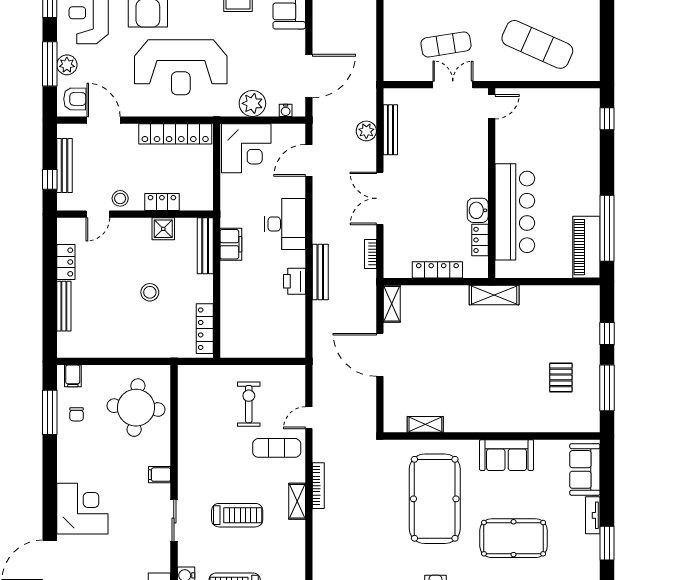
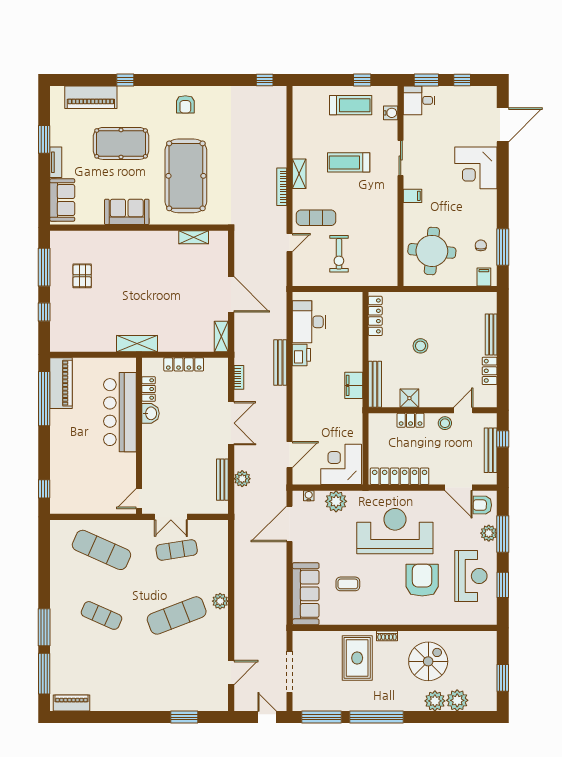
desk: (285, 224) -> (309, 322), moved

